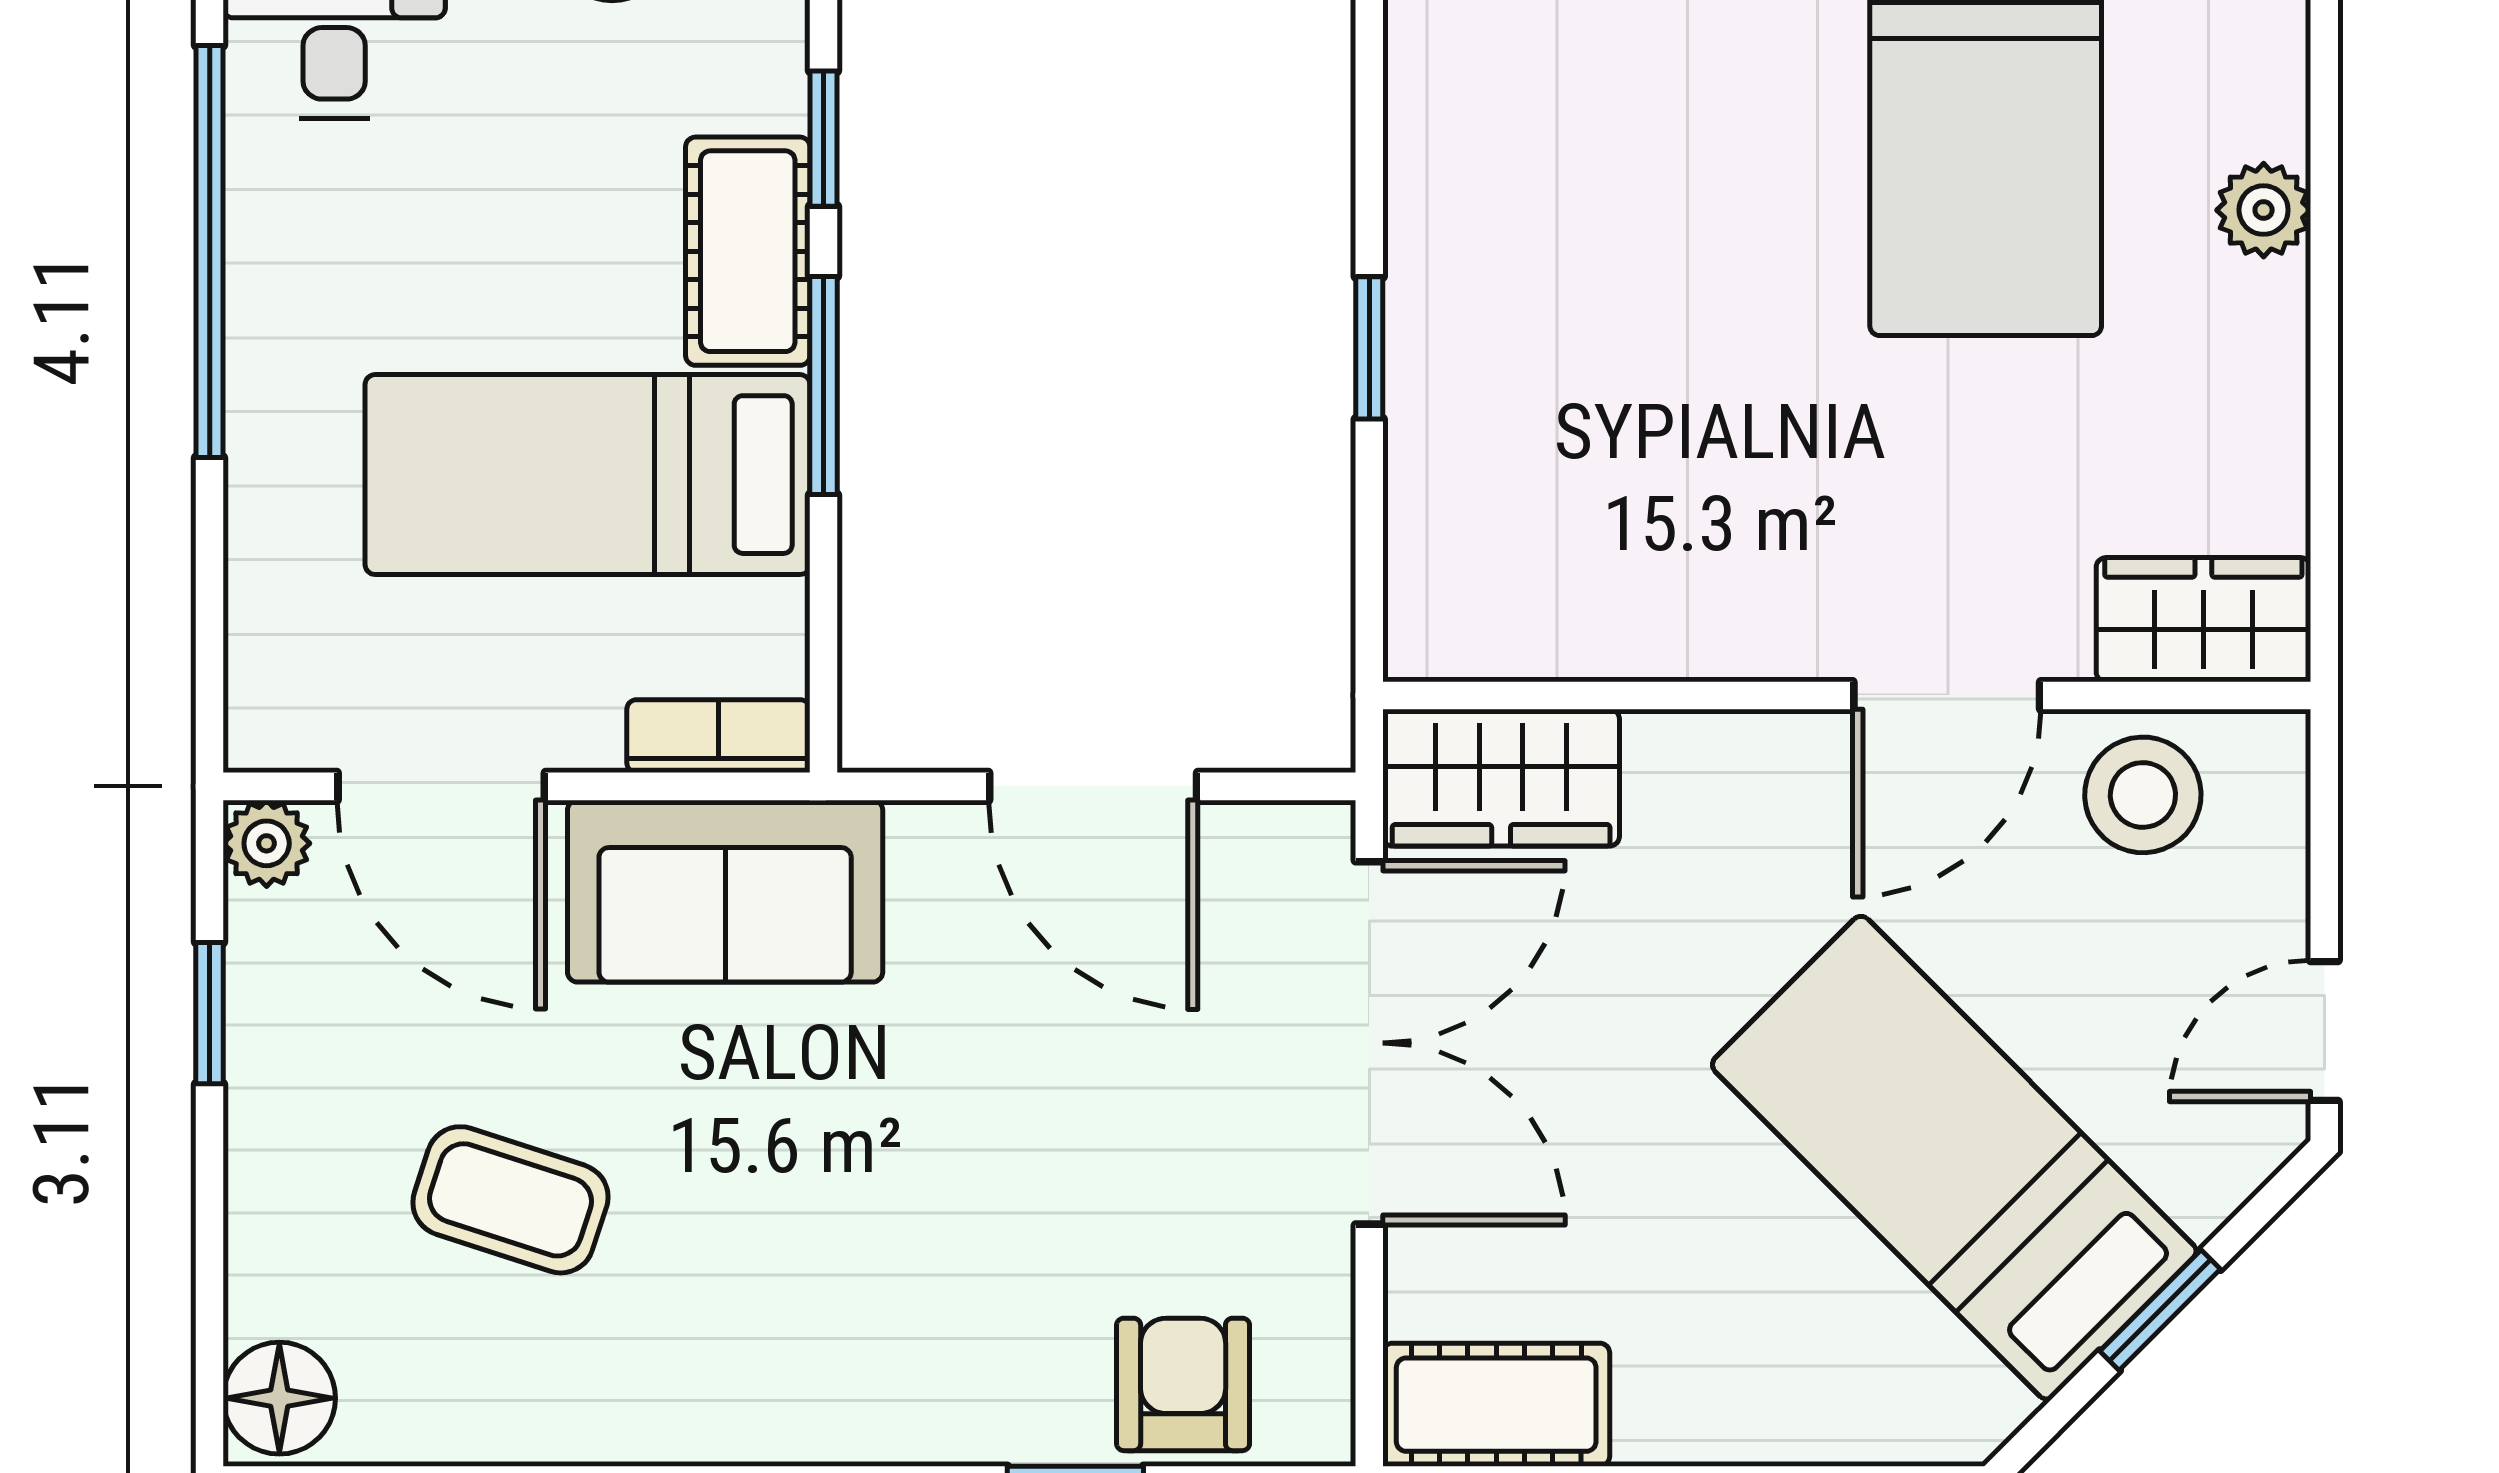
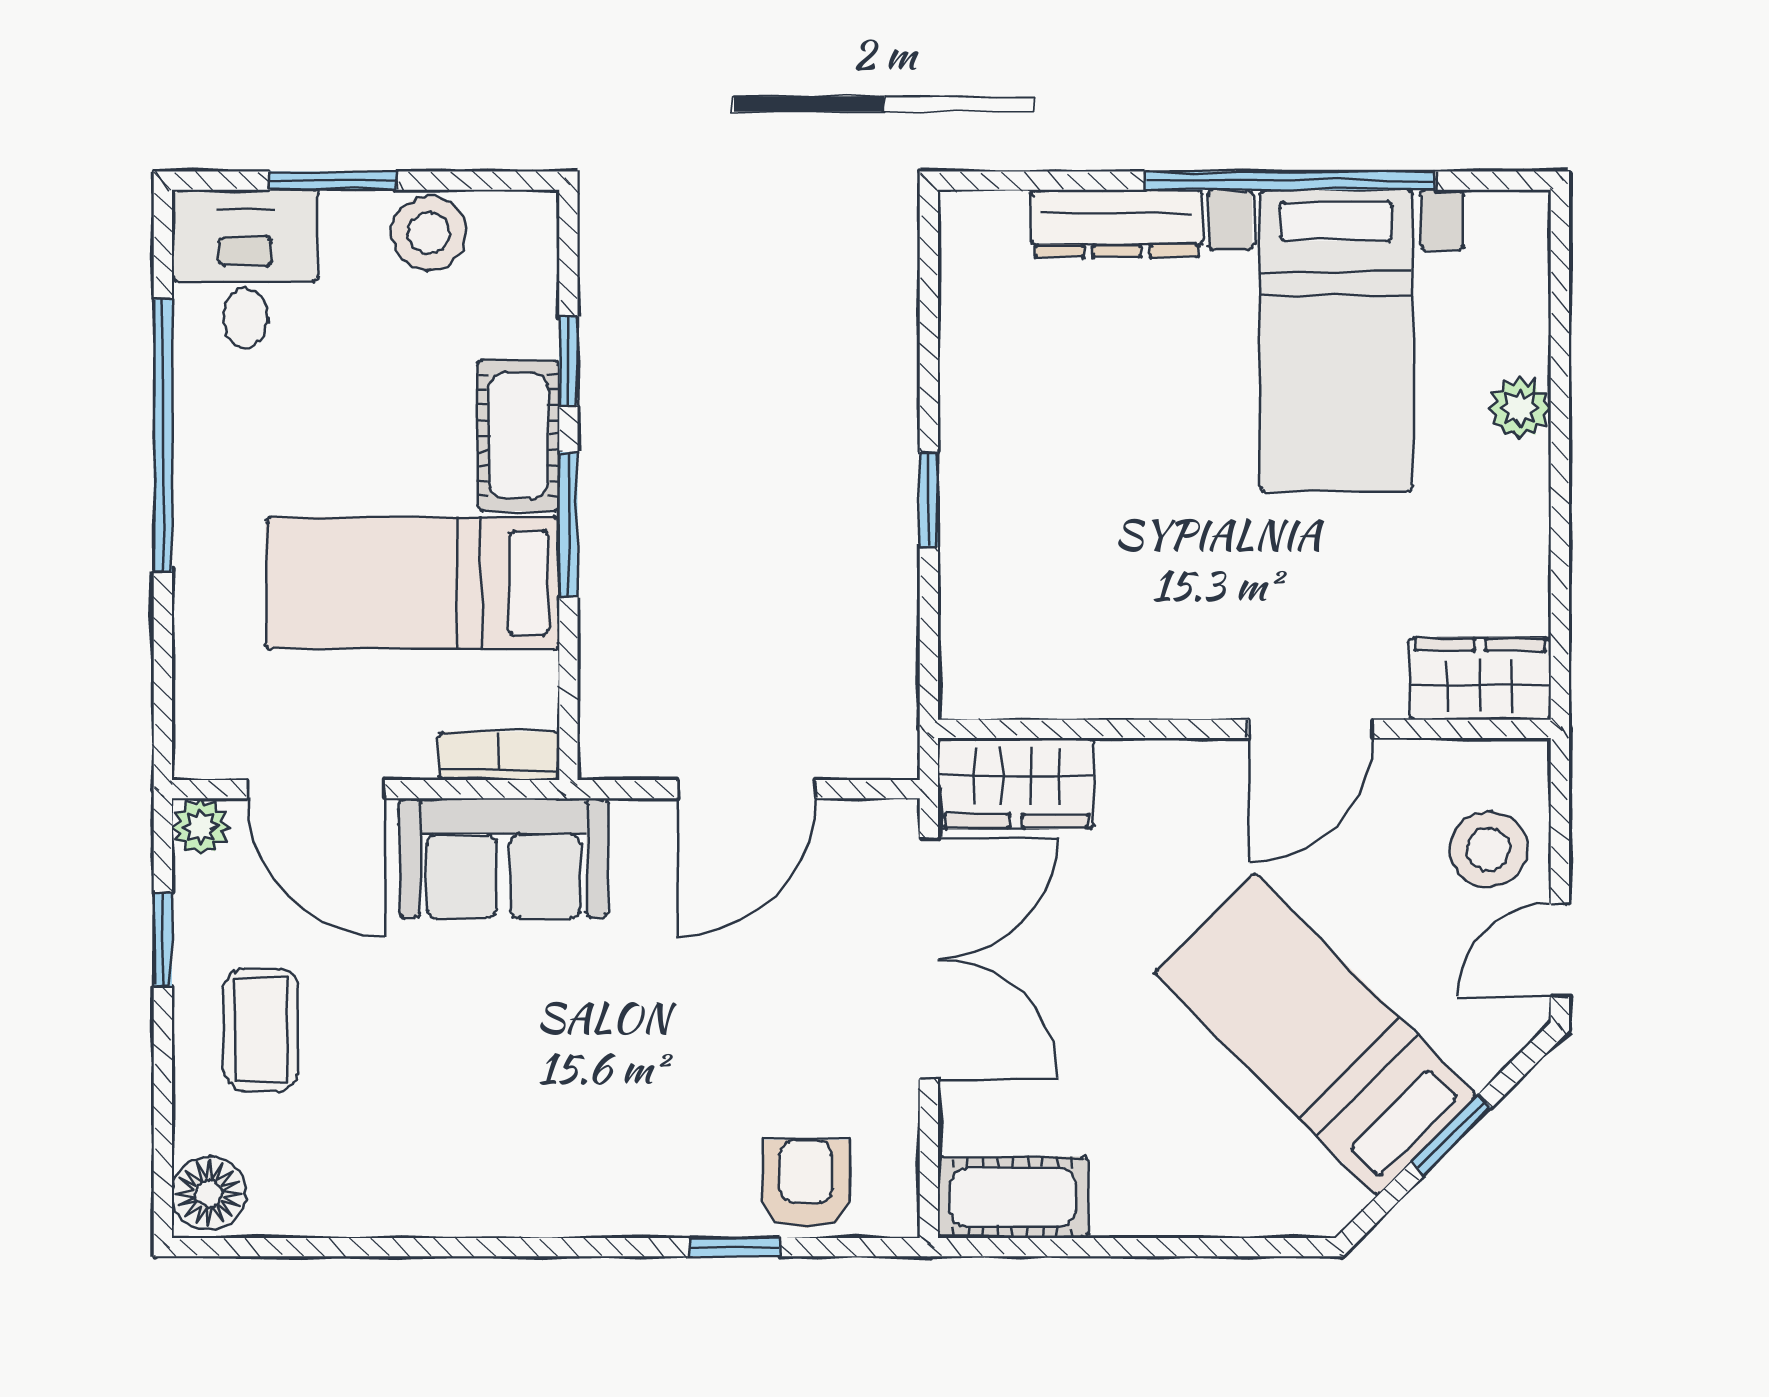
door: (1093, 786) -> (747, 789), hinge flipped
stool: (2143, 795) -> (1489, 849), moved
coffee table: (510, 1200) -> (261, 1030), moved, turned 72

